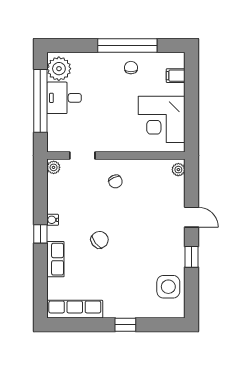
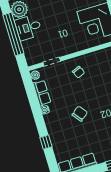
window: (40, 234) -> (46, 142), moved
row of seats: (55, 259) -> (42, 93), moved

